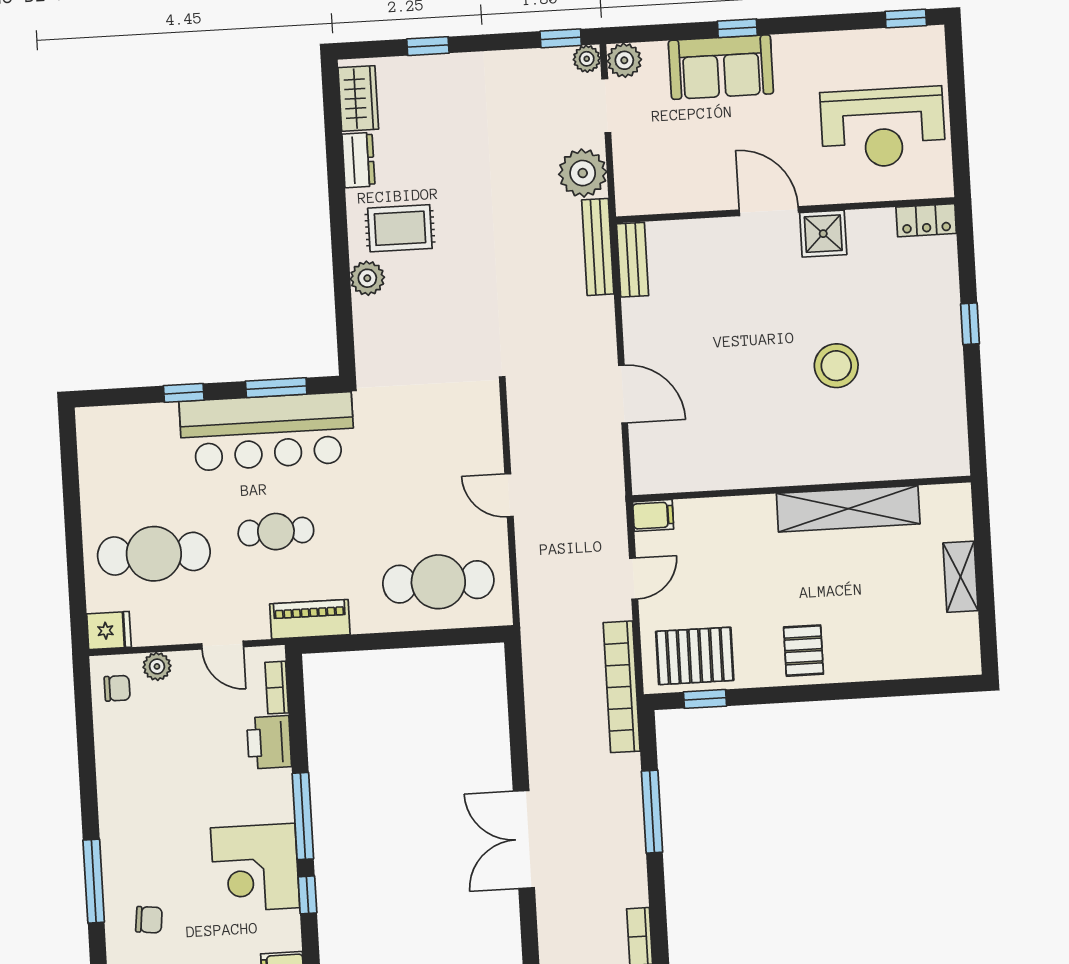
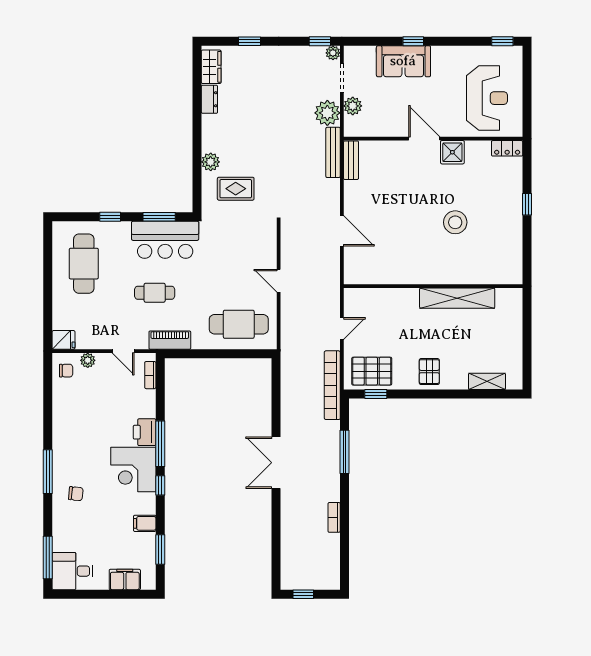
plant: (624, 60) -> (353, 106), moved
reception desk: (883, 127) -> (487, 98), turned -90
rug: (400, 228) -> (236, 189), moved
bar counter: (267, 432) -> (165, 240), width x0.73
filing cabinet: (653, 515) -> (354, 296), removed
cafe table: (154, 554) -> (84, 264), moved, turned 90
shelving: (961, 577) -> (487, 381), moved, turned 90
printer: (269, 742) -> (145, 432), moved

